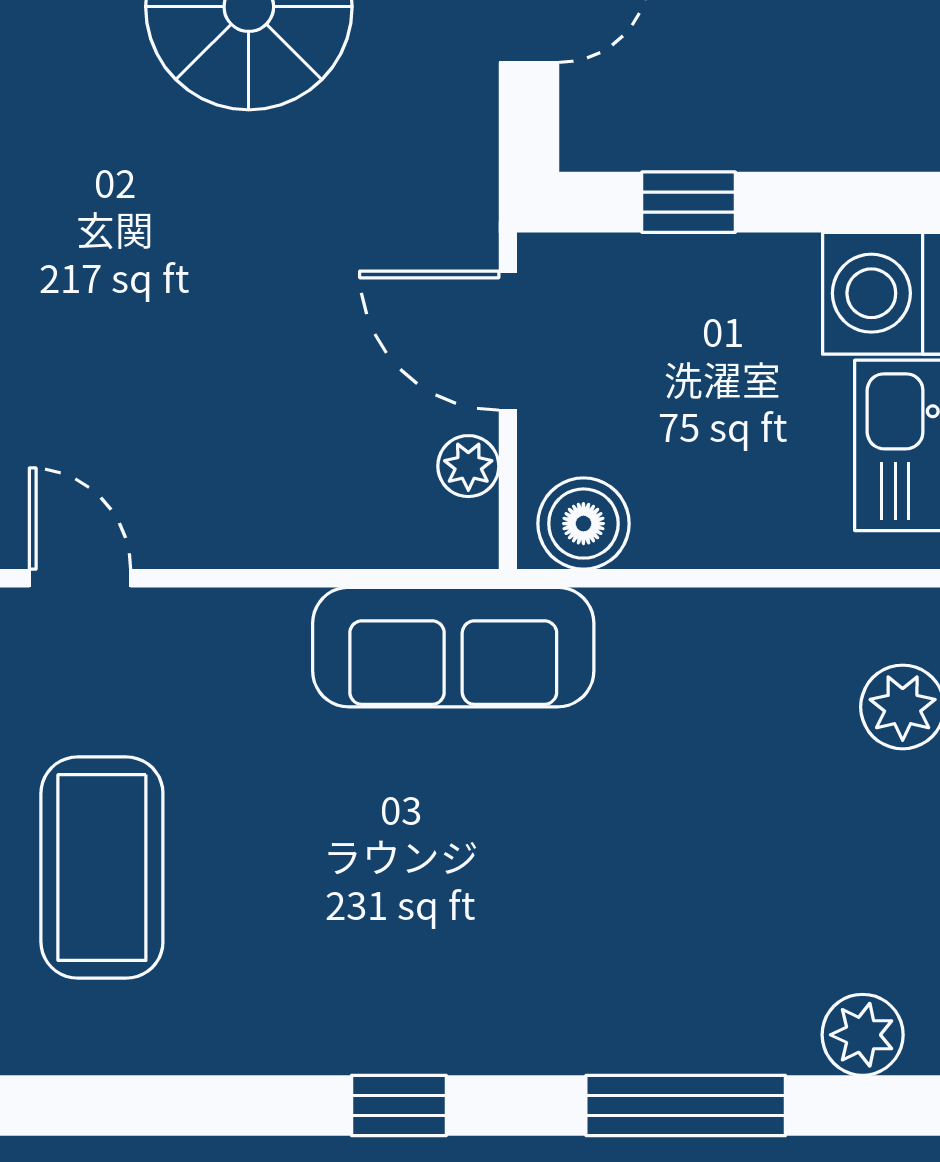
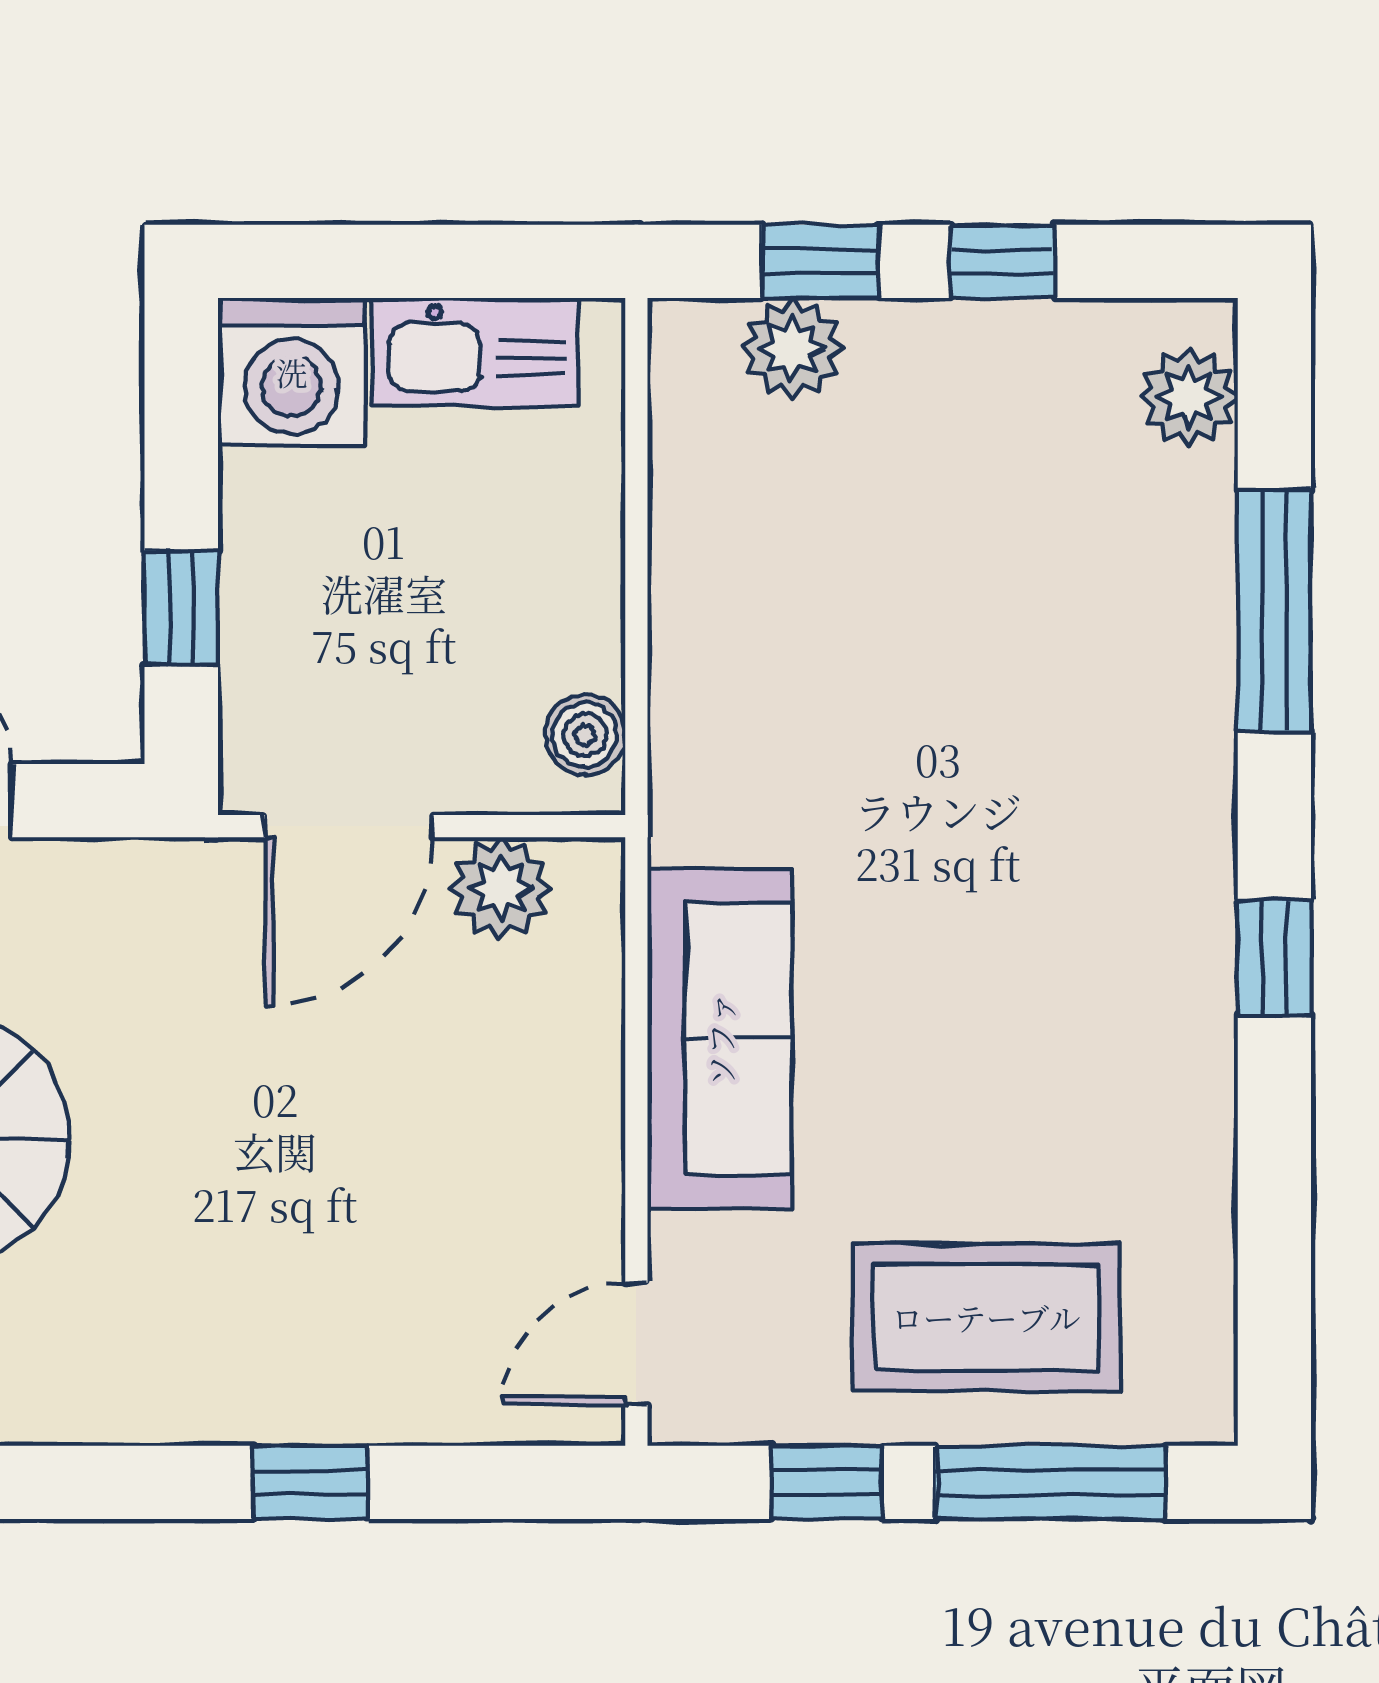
plant: (468, 466) -> (501, 888), width x1.38, depth x1.38
boiler: (583, 524) -> (585, 735), width x0.73, depth x0.73
sofa: (453, 647) -> (720, 1039), moved

